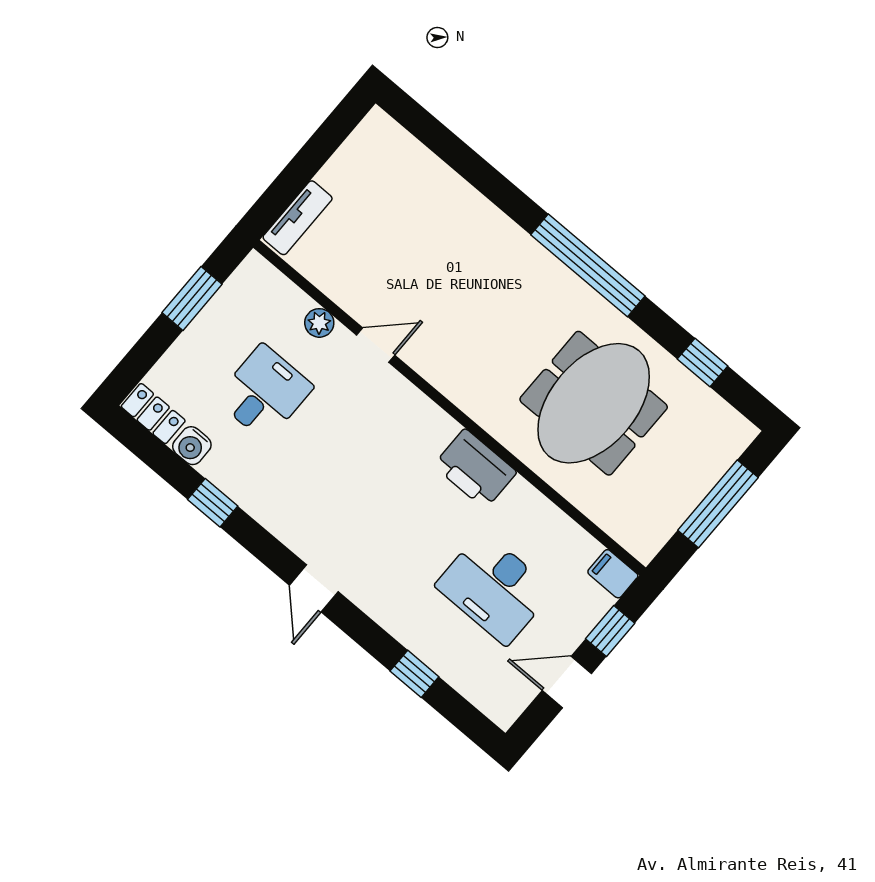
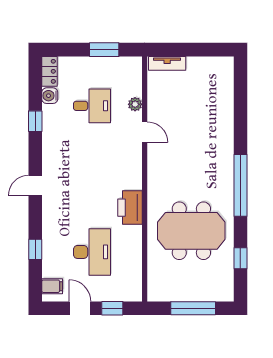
filing cabinet: (613, 574) -> (52, 286), moved, turned 90
desk: (494, 588) -> (92, 252), turned 180

